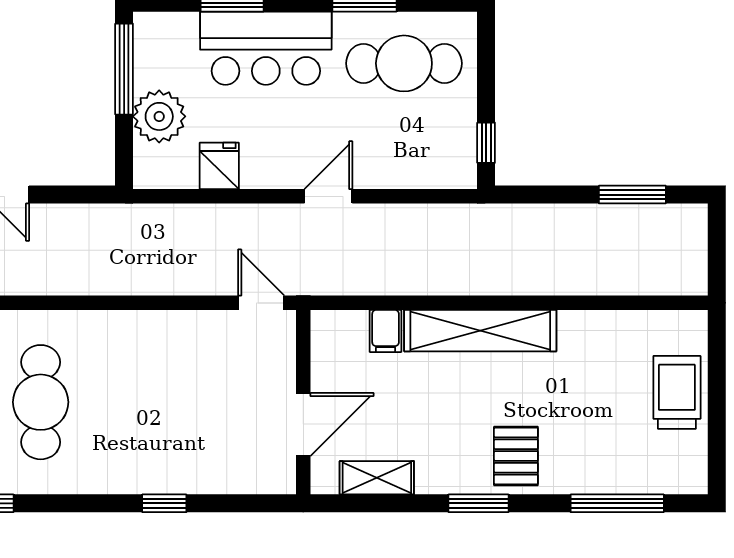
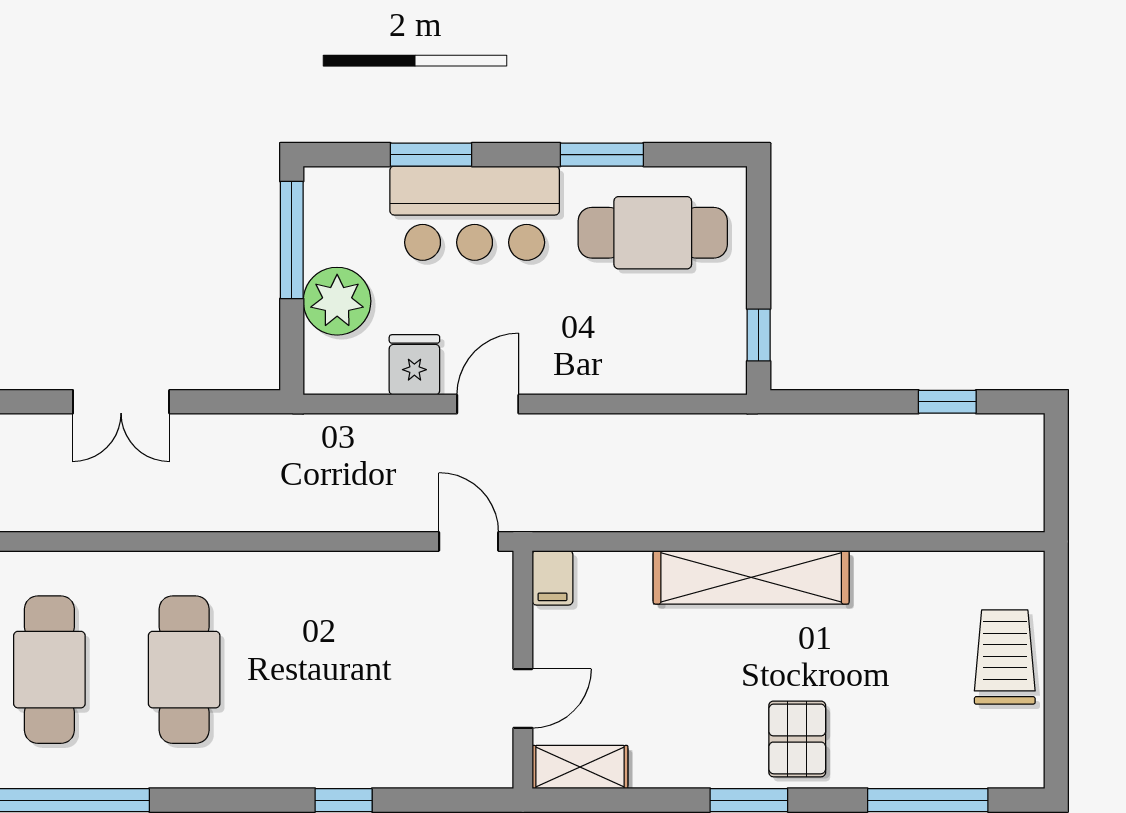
window: (632, 195) -> (947, 402), width x0.67
door: (328, 196) -> (488, 404), moved
filing cabinet: (386, 331) -> (552, 578), moved
door: (303, 425) -> (523, 698), width x0.73
shelving: (377, 478) -> (580, 767), moved

